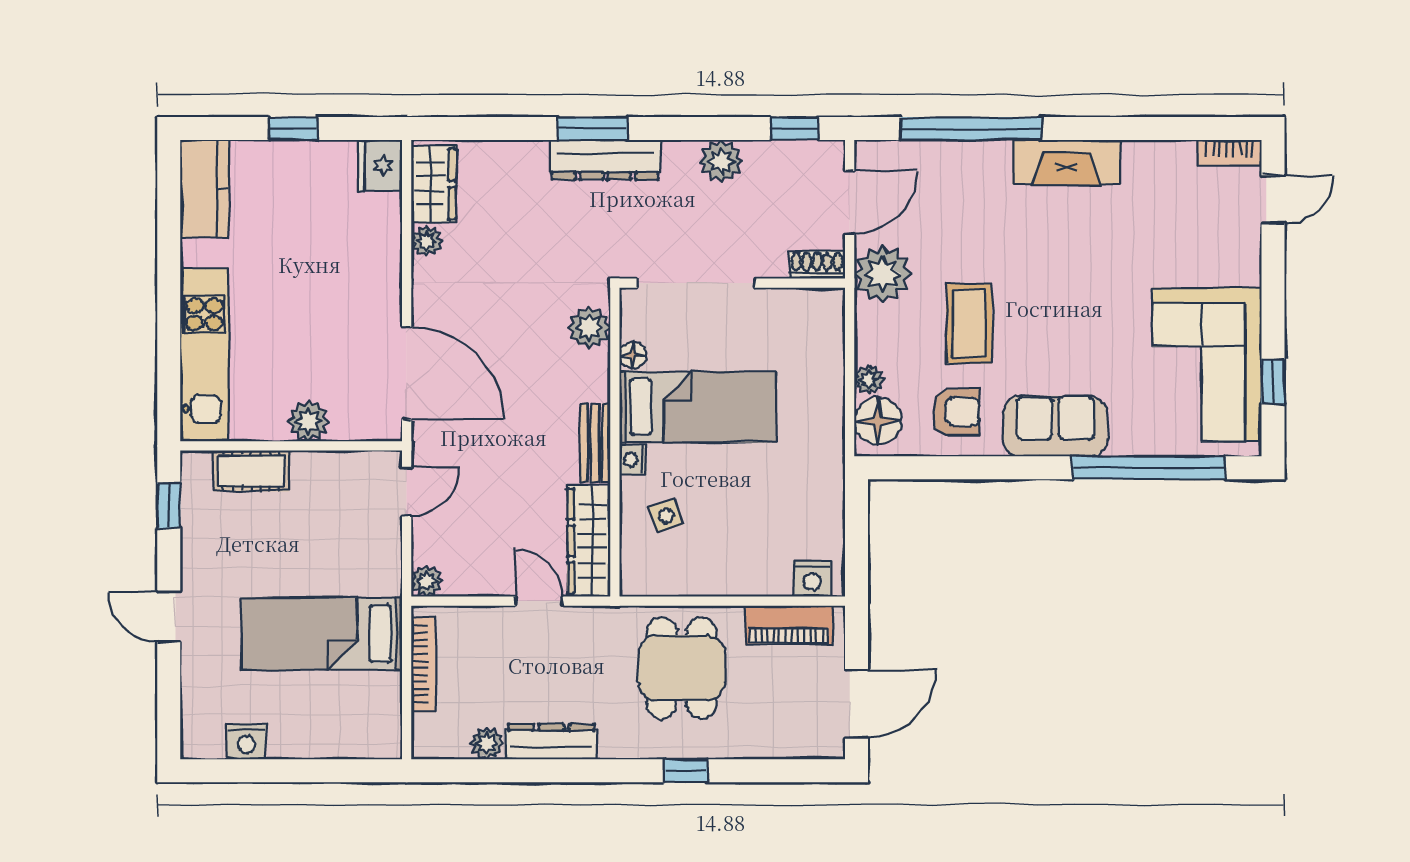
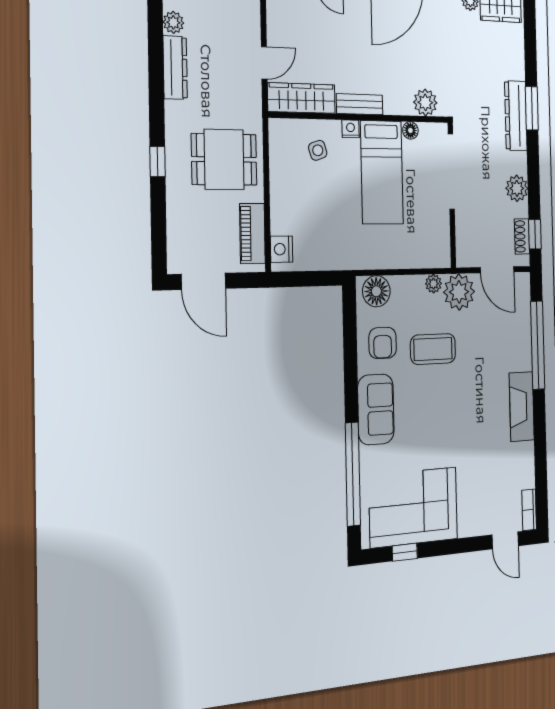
shoe rack: (817, 265) -> (522, 236), moved, turned 180
plant: (869, 380) -> (433, 284), moved

